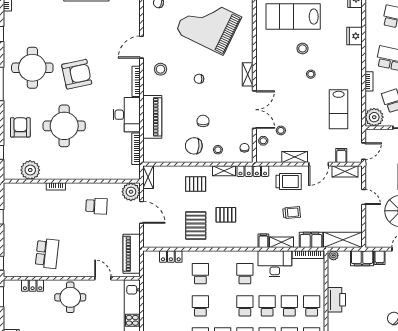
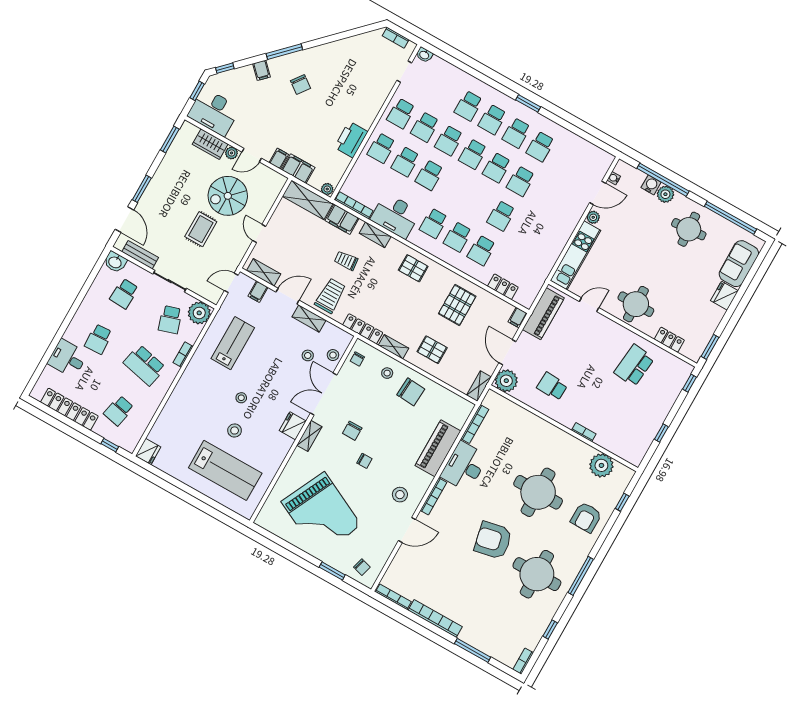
fridge: (355, 36) -> (293, 426), moved, turned 180
chair: (203, 121) -> (352, 431), moved
trolley: (289, 182) -> (330, 296), turned 90
pallet: (226, 215) -> (413, 268), moved
filing cabinet: (263, 241) -> (518, 318), moved
door: (103, 278) -> (589, 305), swing flipped
school desk: (245, 306) -> (458, 237), moved

